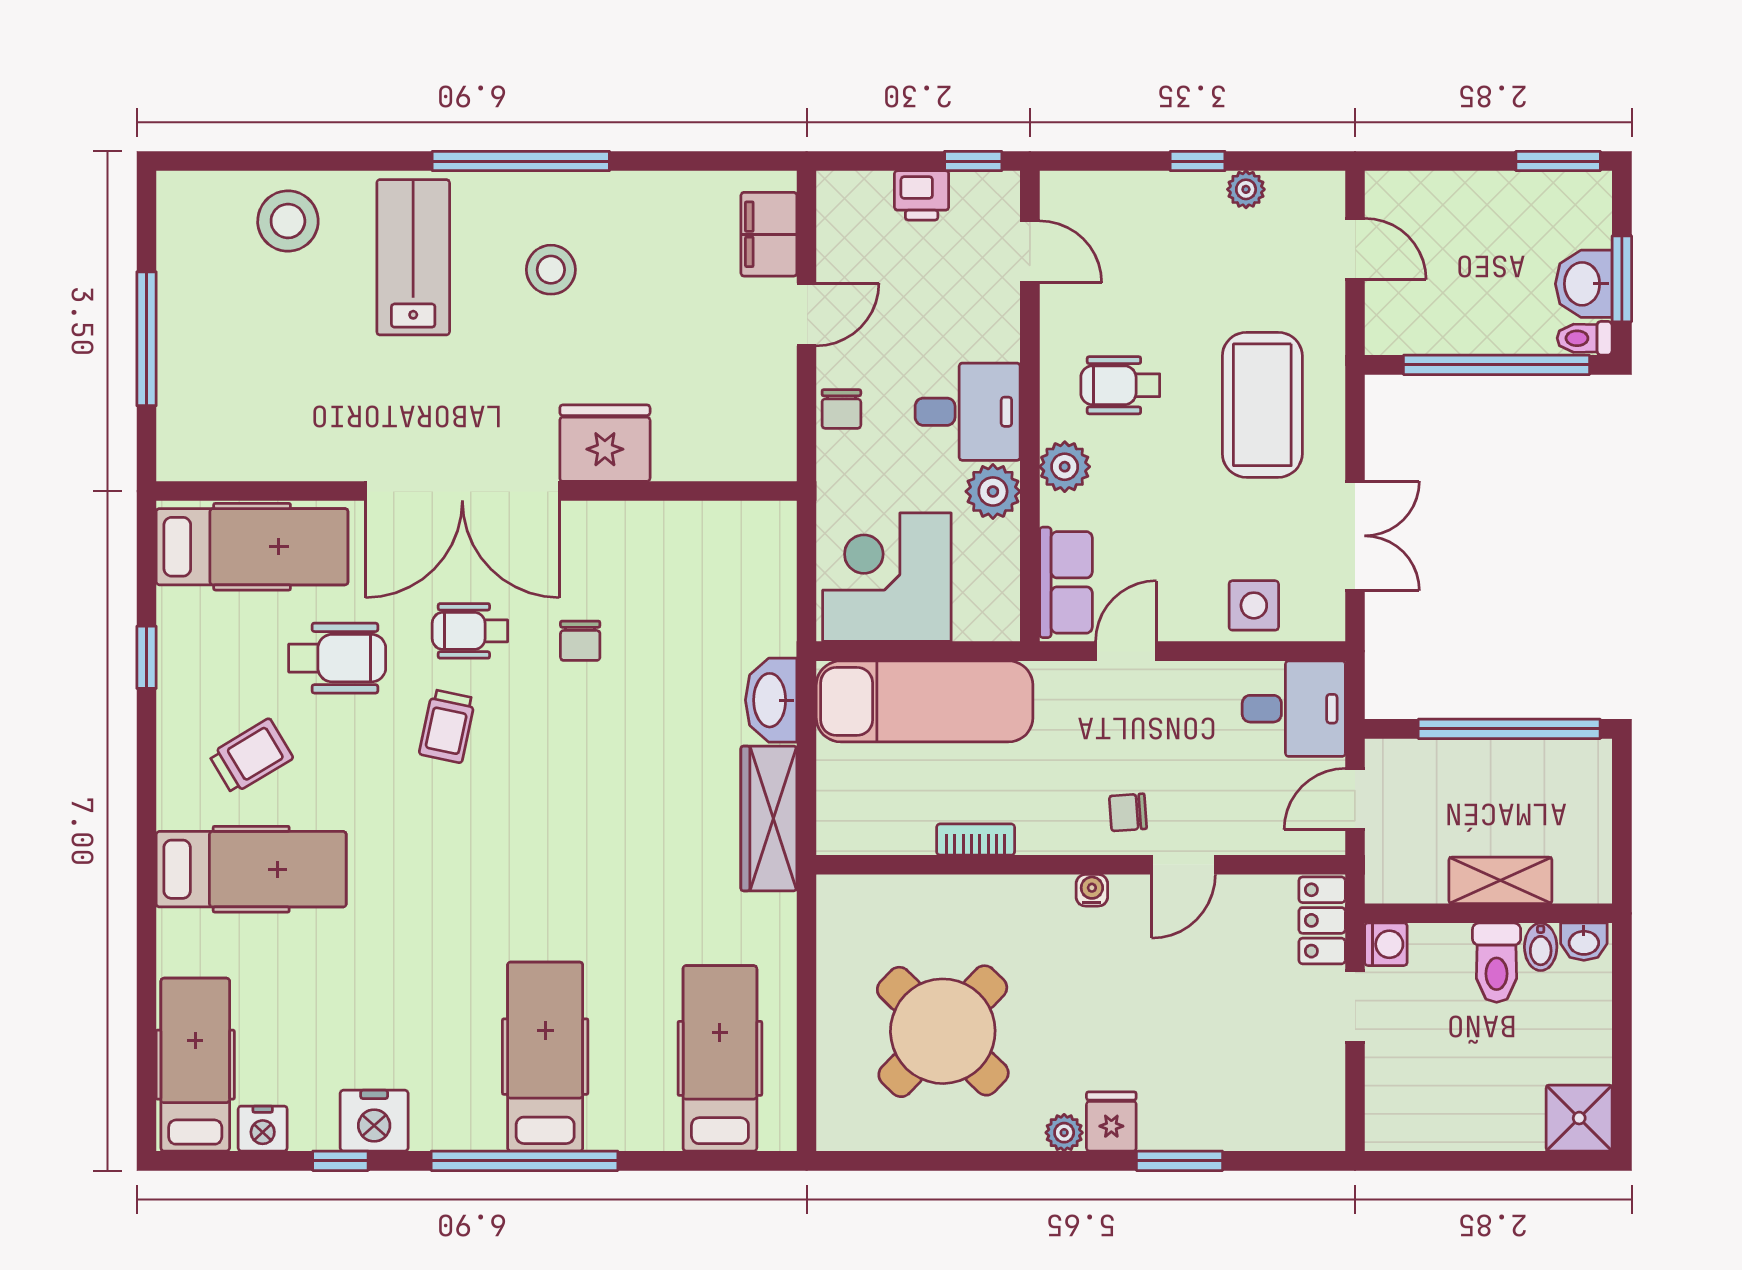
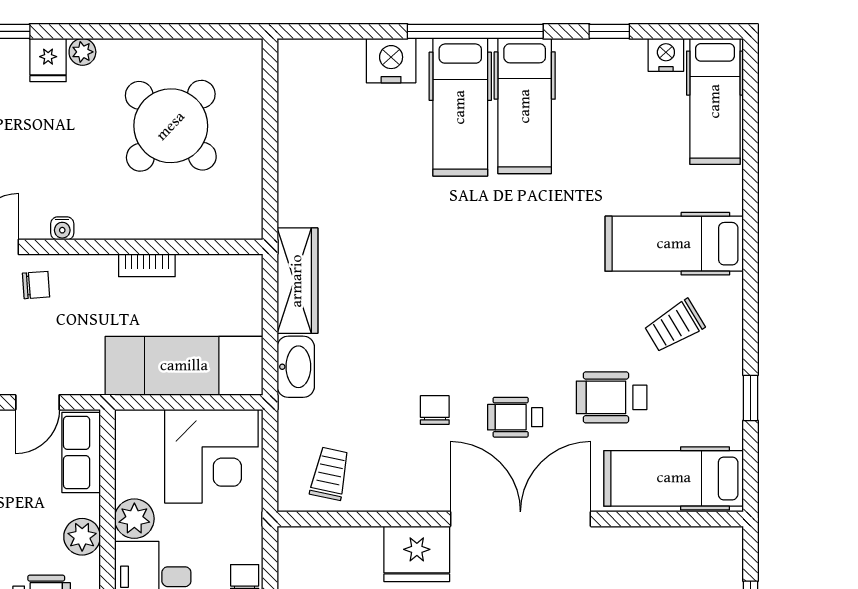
wheelchair: (470, 631) -> (515, 417), turned 180
trolley: (447, 726) -> (330, 474), moved
hospital bed: (720, 1058) -> (525, 106), moved
nightstand: (374, 1121) -> (391, 61), moved

